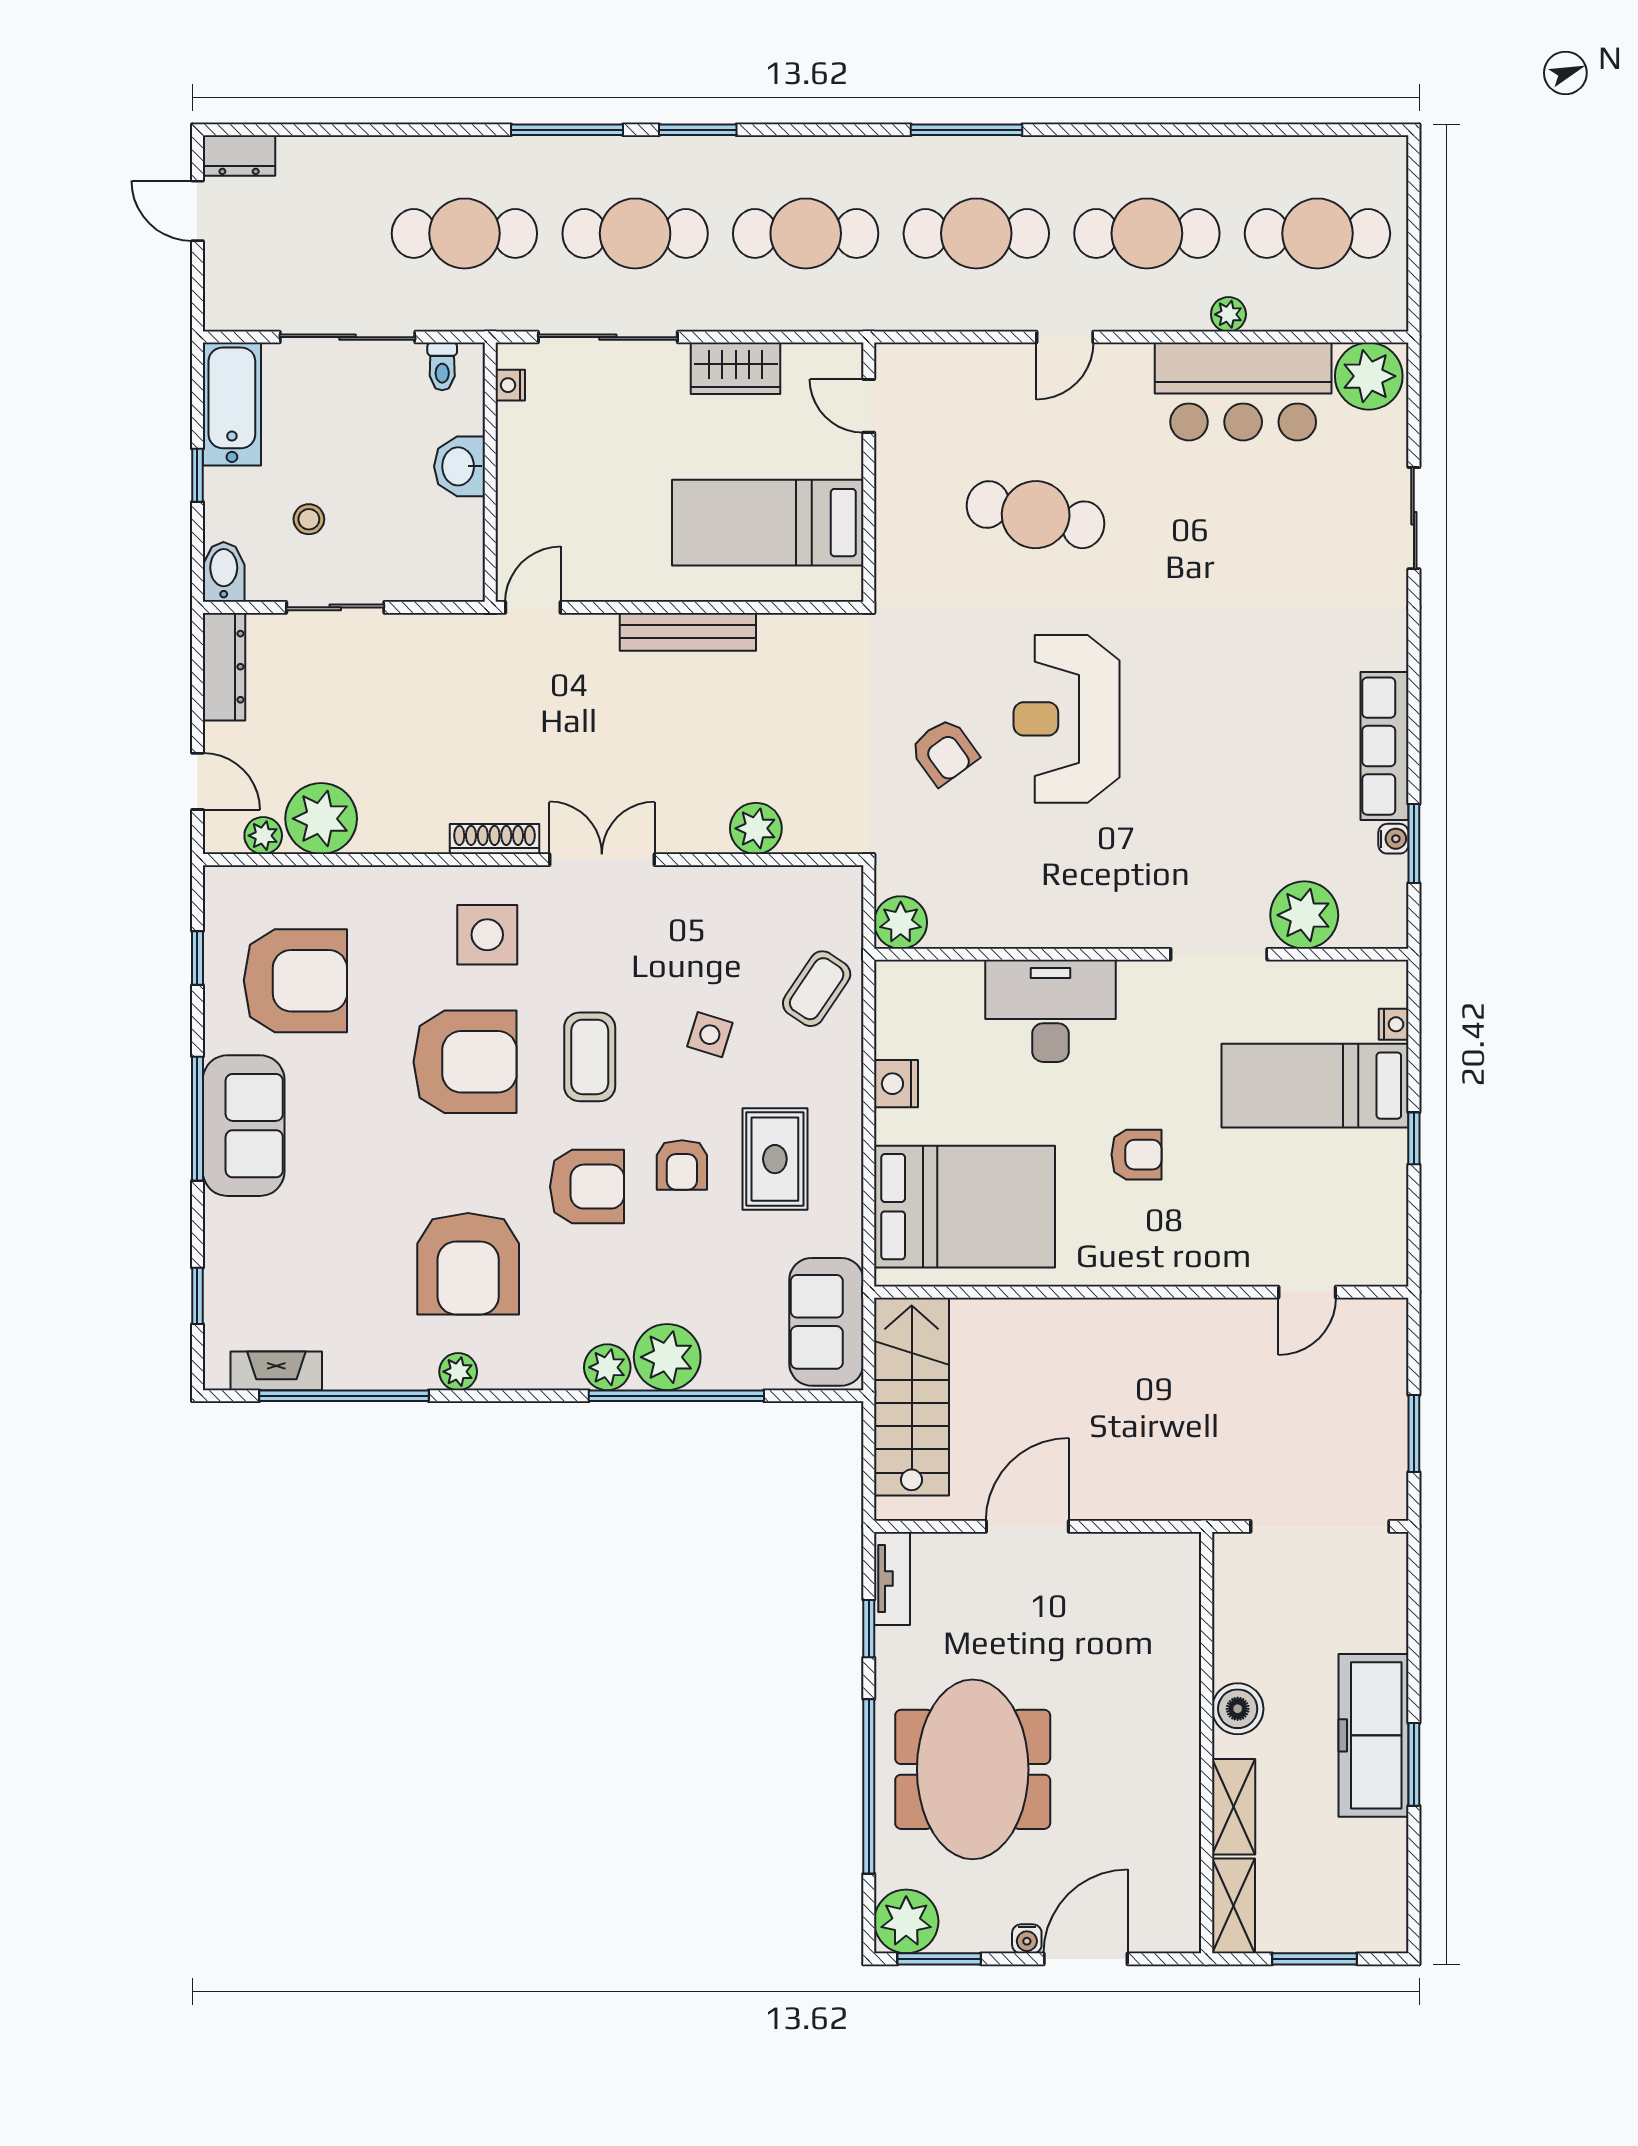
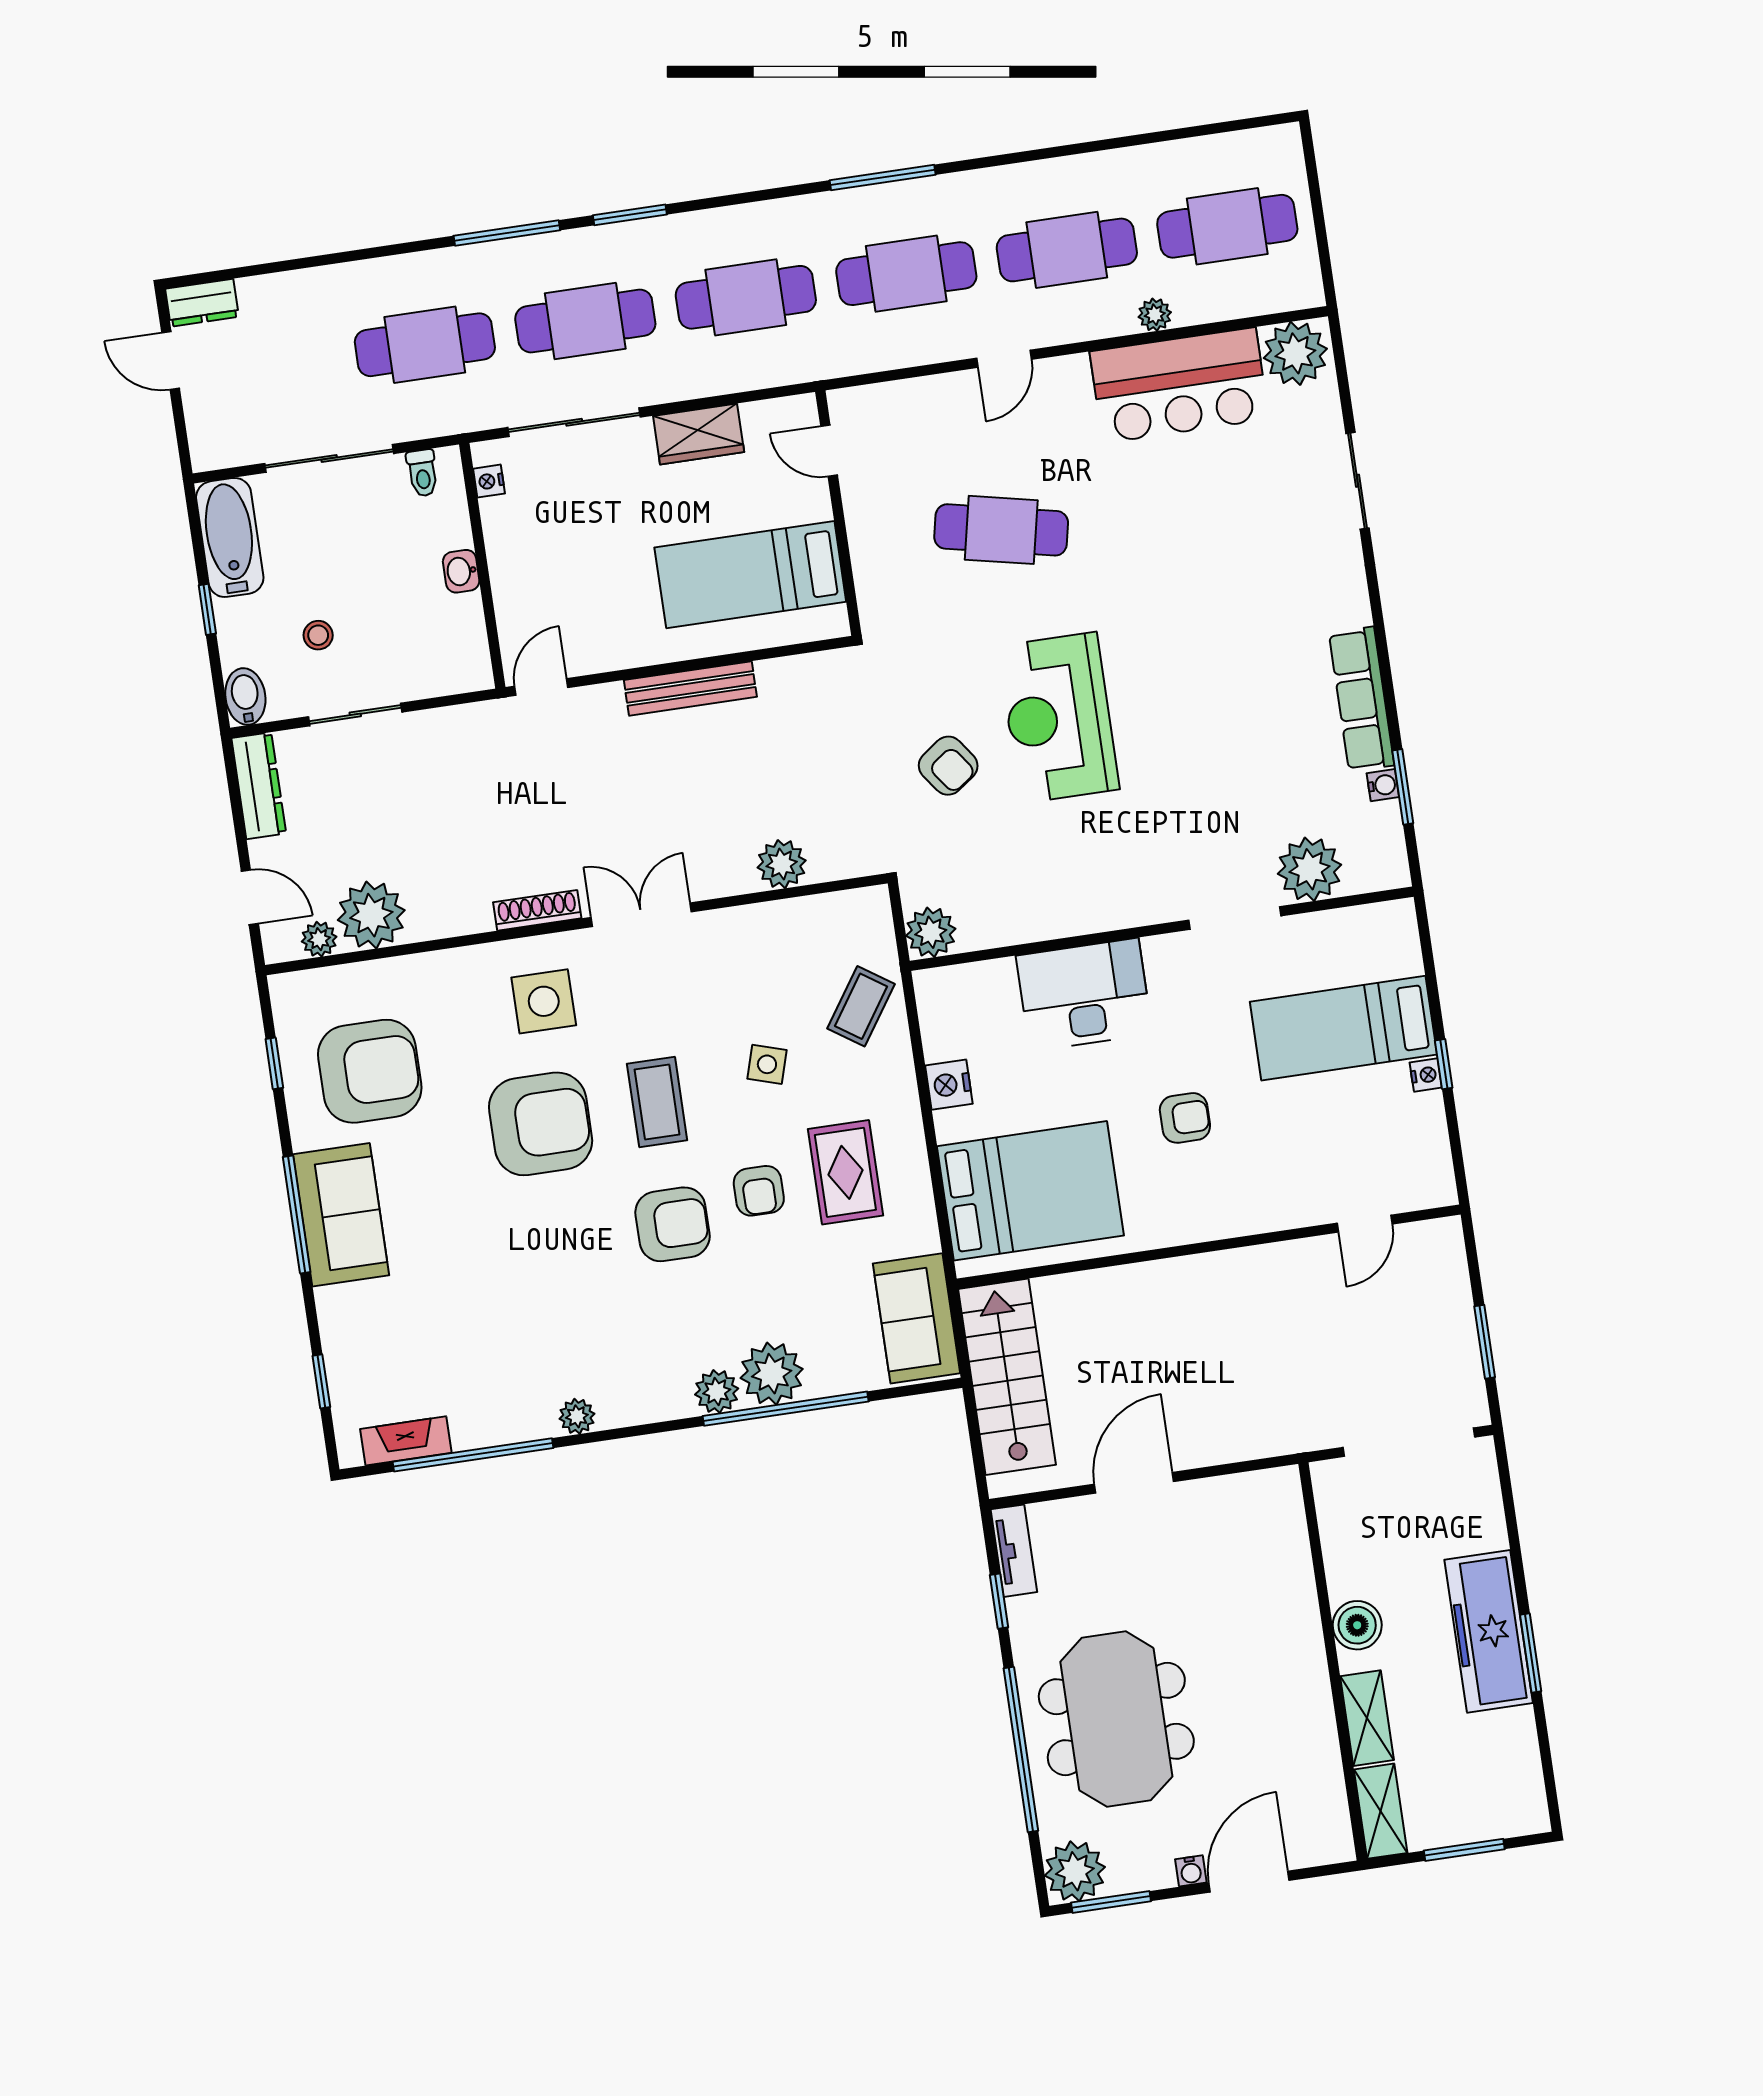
washbasin: (460, 466) -> (461, 571), width x0.72, depth x0.69
nightstand: (1394, 1024) -> (1426, 1075), moved
armchair: (468, 1264) -> (571, 1313), removed

